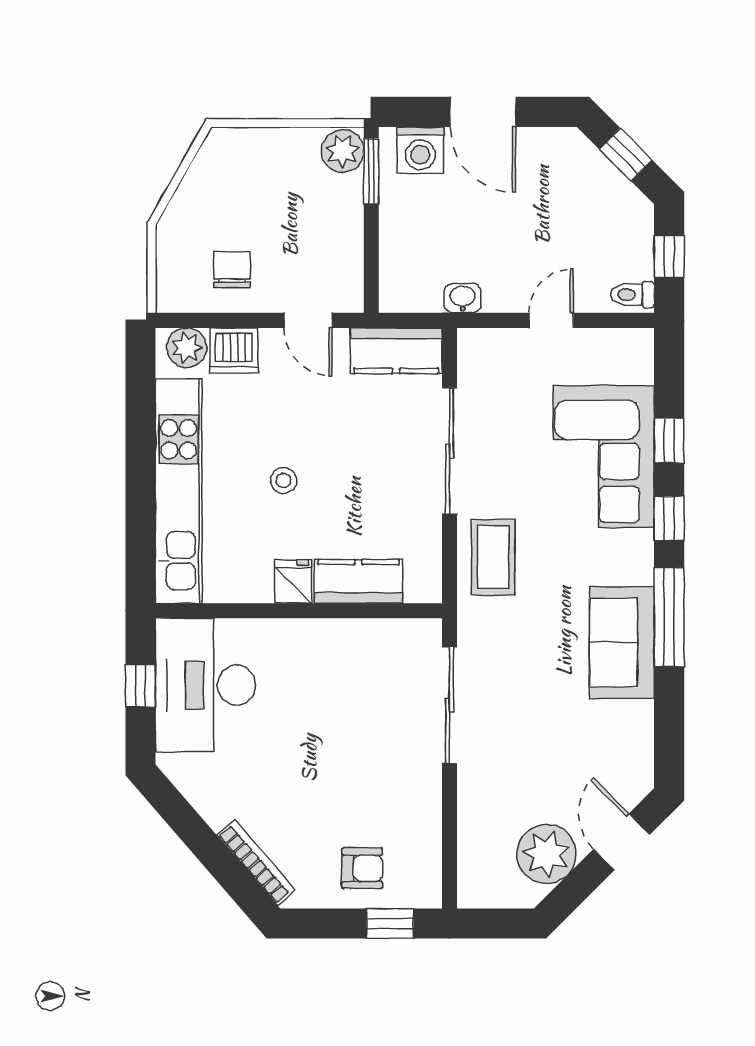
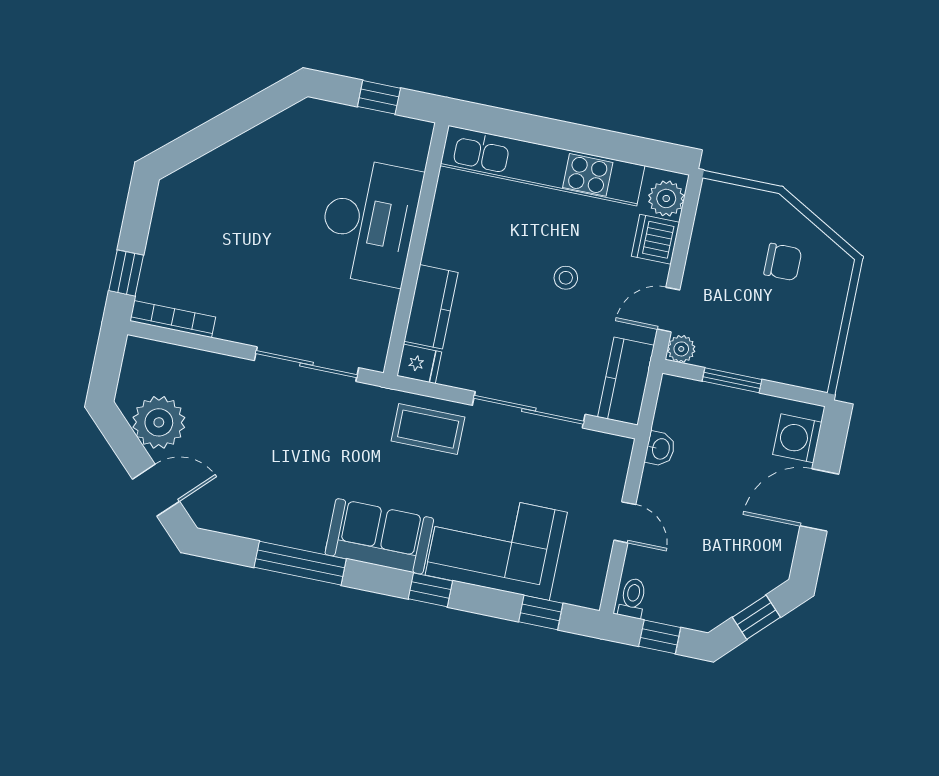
plant: (343, 151) -> (681, 349), moved, width x0.73, depth x0.73
window: (371, 171) -> (732, 380), moved
chair: (232, 269) -> (783, 262), moved
window: (669, 441) -> (541, 612), moved
stool: (284, 480) -> (566, 278), moved
fridge: (293, 581) -> (419, 364), moved
window: (669, 617) -> (300, 563), moved
sofa: (622, 642) -> (379, 536), moved
desk: (205, 685) -> (369, 222), moved, turned 90
bookcase: (256, 863) -> (173, 319), moved, turned -139
armchair: (362, 868) -> (179, 258), removed

